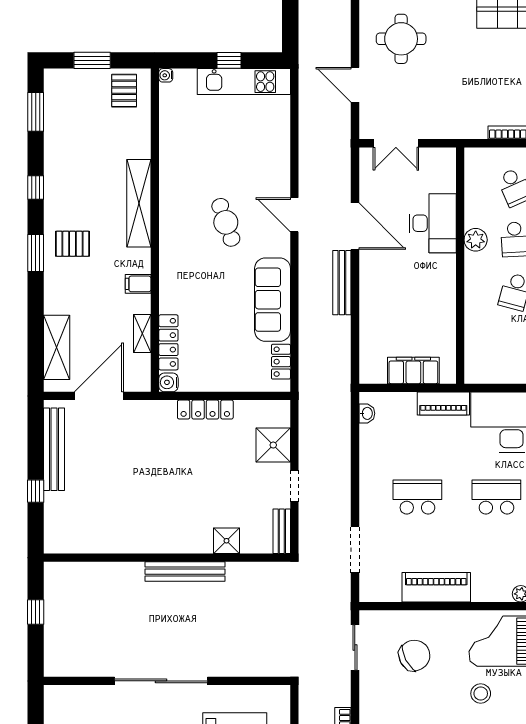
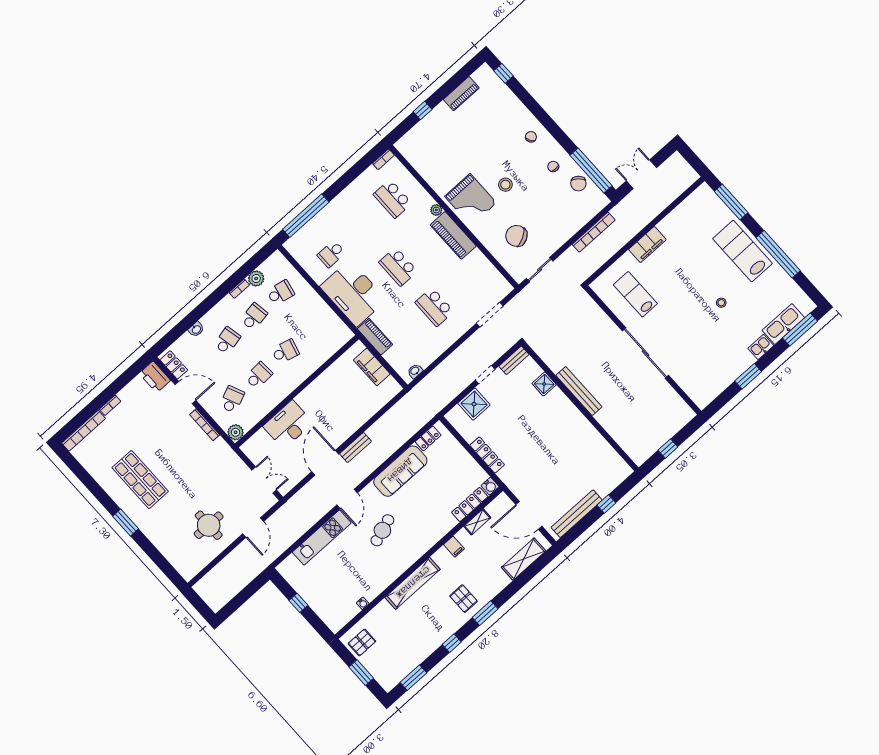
water cooler: (166, 75) -> (363, 603), moved
kitchen unit: (244, 82) -> (322, 538), moved, turned 90
plant: (476, 240) -> (236, 432), moved
bench: (342, 283) -> (356, 448), width x0.73
piano: (436, 587) -> (453, 235), moved

